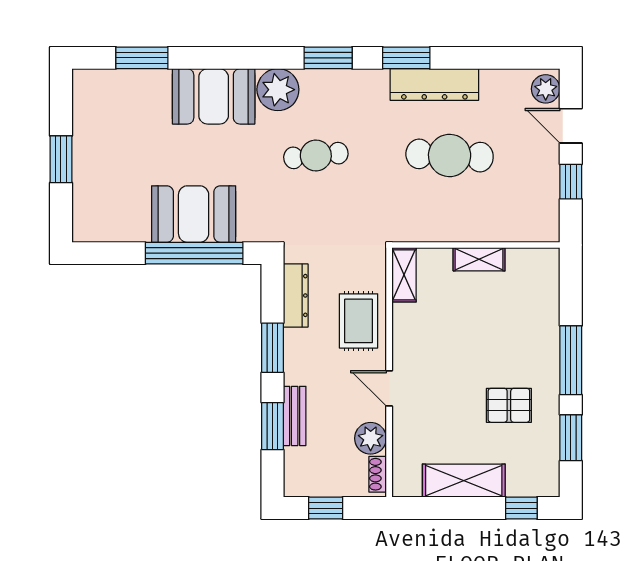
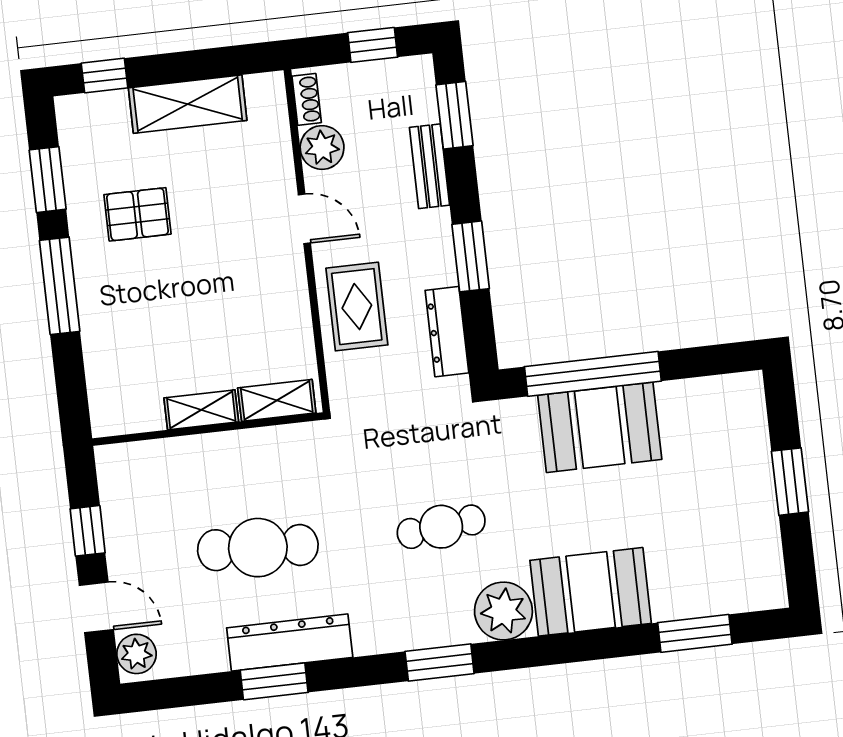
window: (406, 58) -> (274, 681), moved
shelving: (404, 275) -> (277, 400), moved, turned 90
window: (272, 426) -> (455, 115), moved

